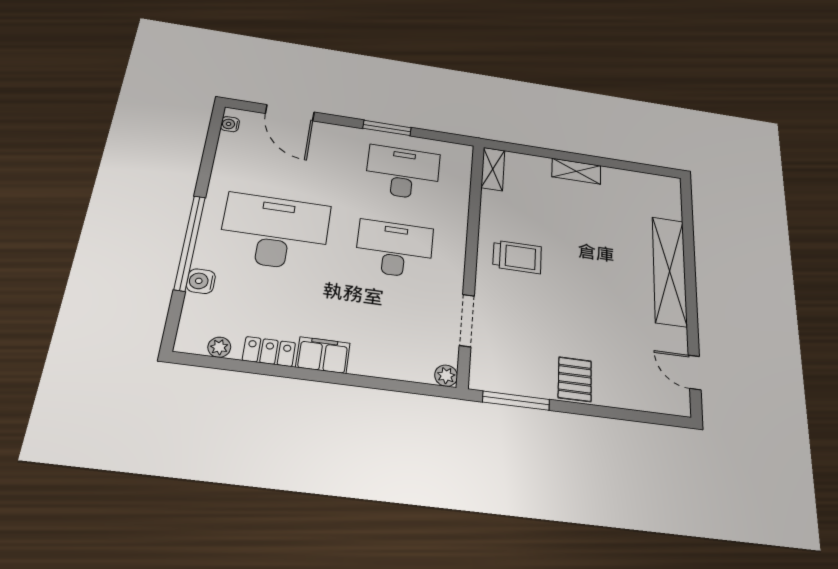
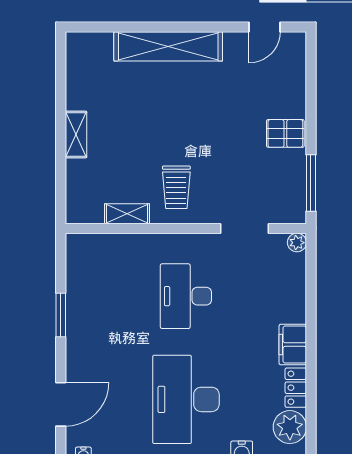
shelving: (493, 169) -> (127, 214), moved
desk: (403, 173) -> (107, 296), removed
trolley: (517, 257) -> (176, 187), turned 180
plant: (219, 347) -> (290, 427), width x1.88, depth x1.88

